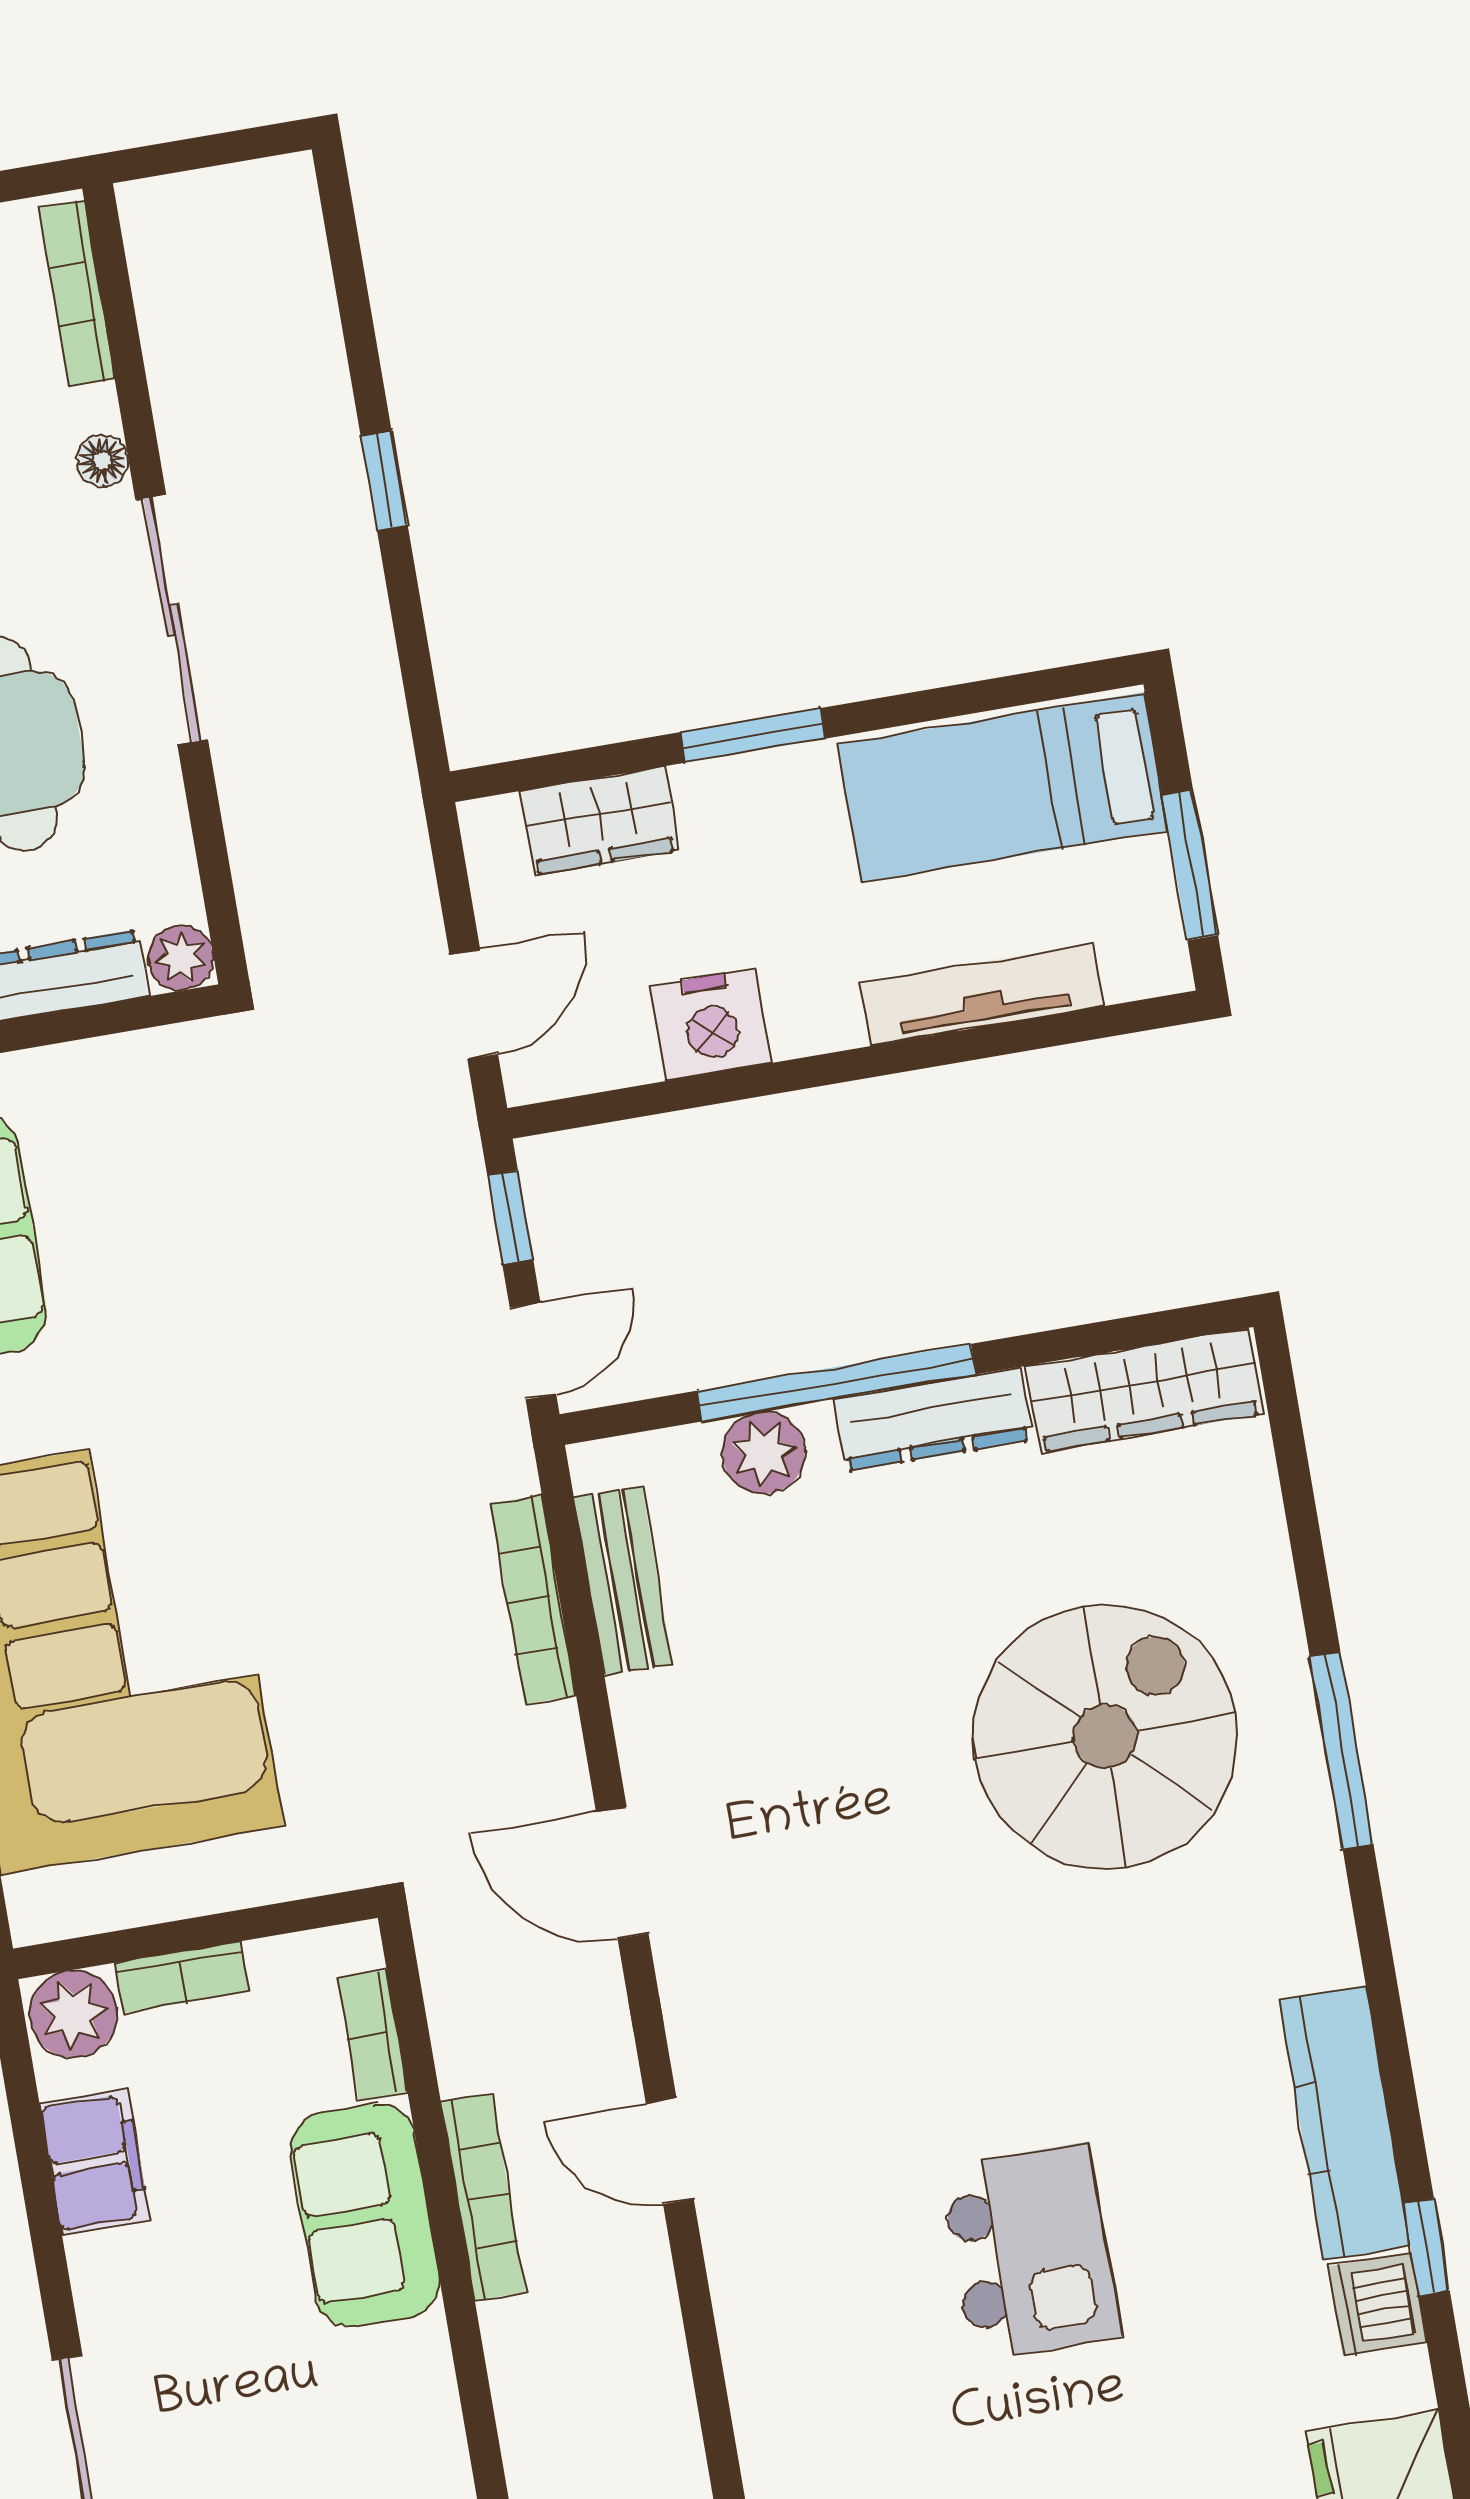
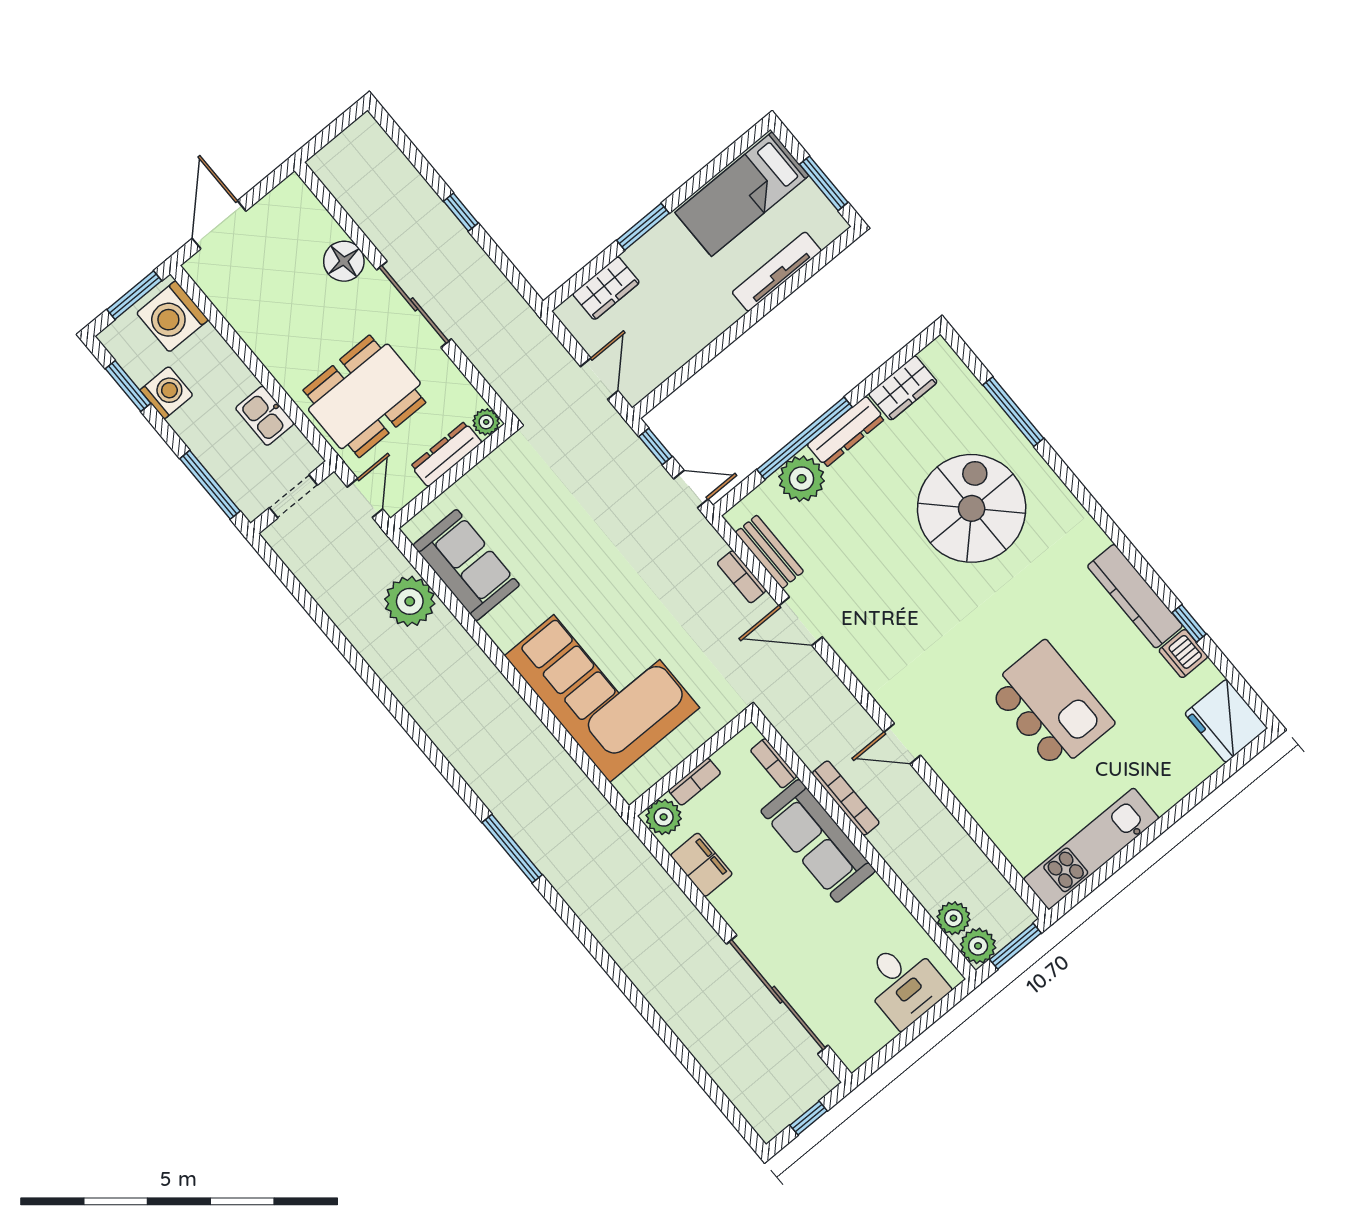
bookcase: (77, 293) -> (314, 208), removed
floor lamp: (102, 461) -> (344, 261), width x1.89, depth x1.89
nightstand: (711, 1025) -> (687, 337), removed
door: (533, 1351) -> (691, 489), hinge flipped
wardrobe: (1144, 1390) -> (903, 388), width x0.67
plant: (763, 1453) -> (802, 479), width x1.36, depth x1.36
bookcase: (533, 1600) -> (742, 577), width x0.64
window: (1342, 1751) -> (1013, 412), moved
door: (622, 1873) -> (801, 621), moved
sofa: (365, 2215) -> (818, 841), width x1.36
kitchen island: (1031, 2252) -> (1050, 706), width x1.37, depth x1.28

